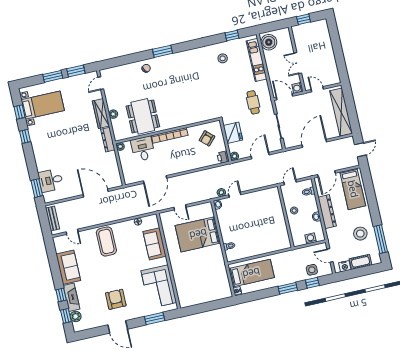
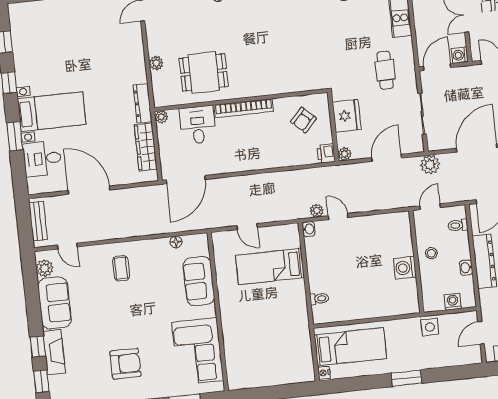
door: (284, 97) -> (437, 67), hinge flipped
bed with nightstands: (43, 105) -> (52, 112), moved
wardrobe: (101, 114) -> (146, 147), moved
dining table: (143, 116) -> (204, 72), width x0.73
plant: (287, 157) -> (430, 165), added
door: (155, 179) -> (186, 180), moved
window: (37, 188) -> (15, 136), moved
door: (96, 193) -> (89, 190), moved
door: (235, 195) -> (338, 217), hinge flipped
washing machine: (279, 221) -> (405, 268), added
bed: (198, 234) -> (270, 266), width x0.67
coffee table: (106, 241) -> (121, 268), width x0.54, depth x0.58
door: (330, 255) -> (481, 333), hinge flipped
side table: (312, 270) -> (430, 327), moved
window: (312, 283) -> (447, 374), removed
armchair: (116, 299) -> (125, 364), turned 90
plant: (76, 316) -> (45, 268), moved

